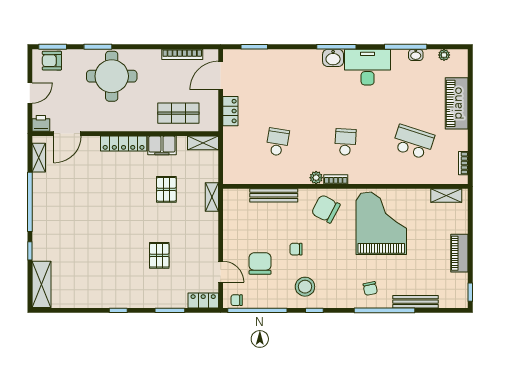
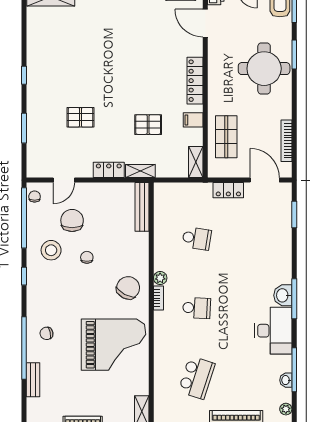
filing cabinet: (162, 145) -> (193, 120), width x0.50
bench: (274, 195) -> (142, 207), moved
chair: (260, 264) -> (72, 220), turned -90
stool: (305, 287) -> (51, 250), moved
locker: (203, 300) -> (109, 170), moved, turned -90
bench: (415, 302) -> (33, 380), width x0.73

